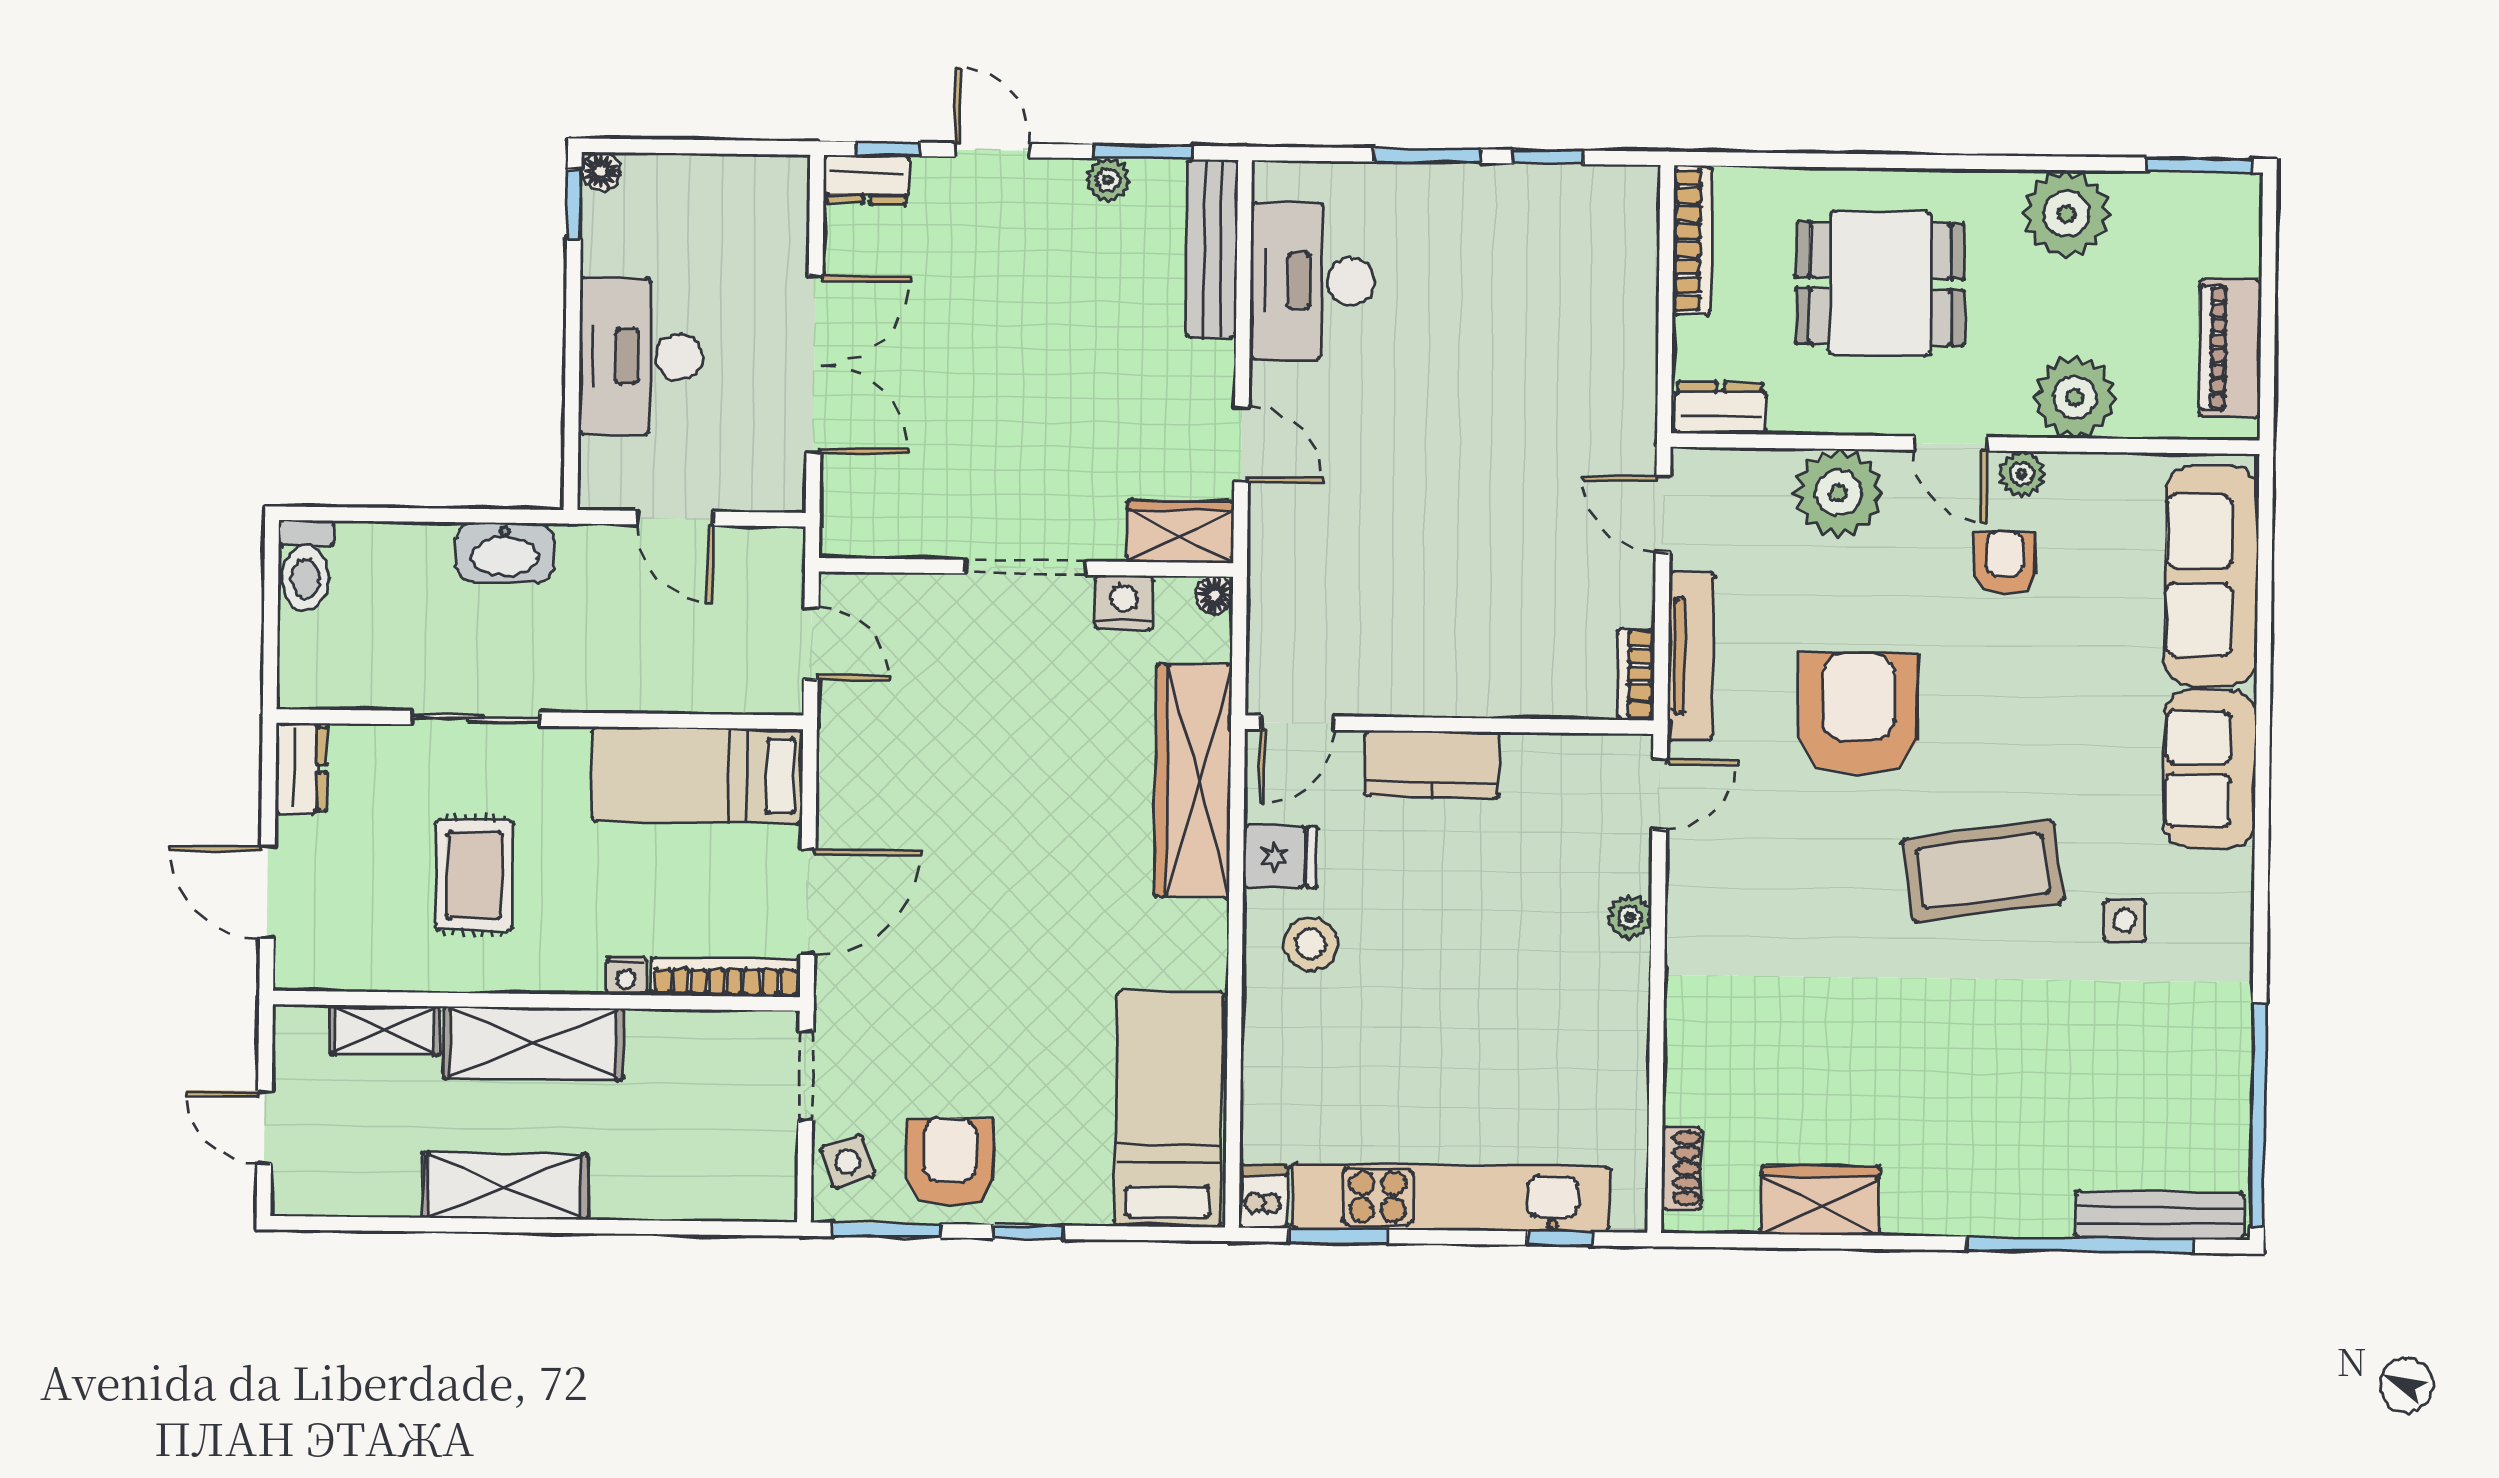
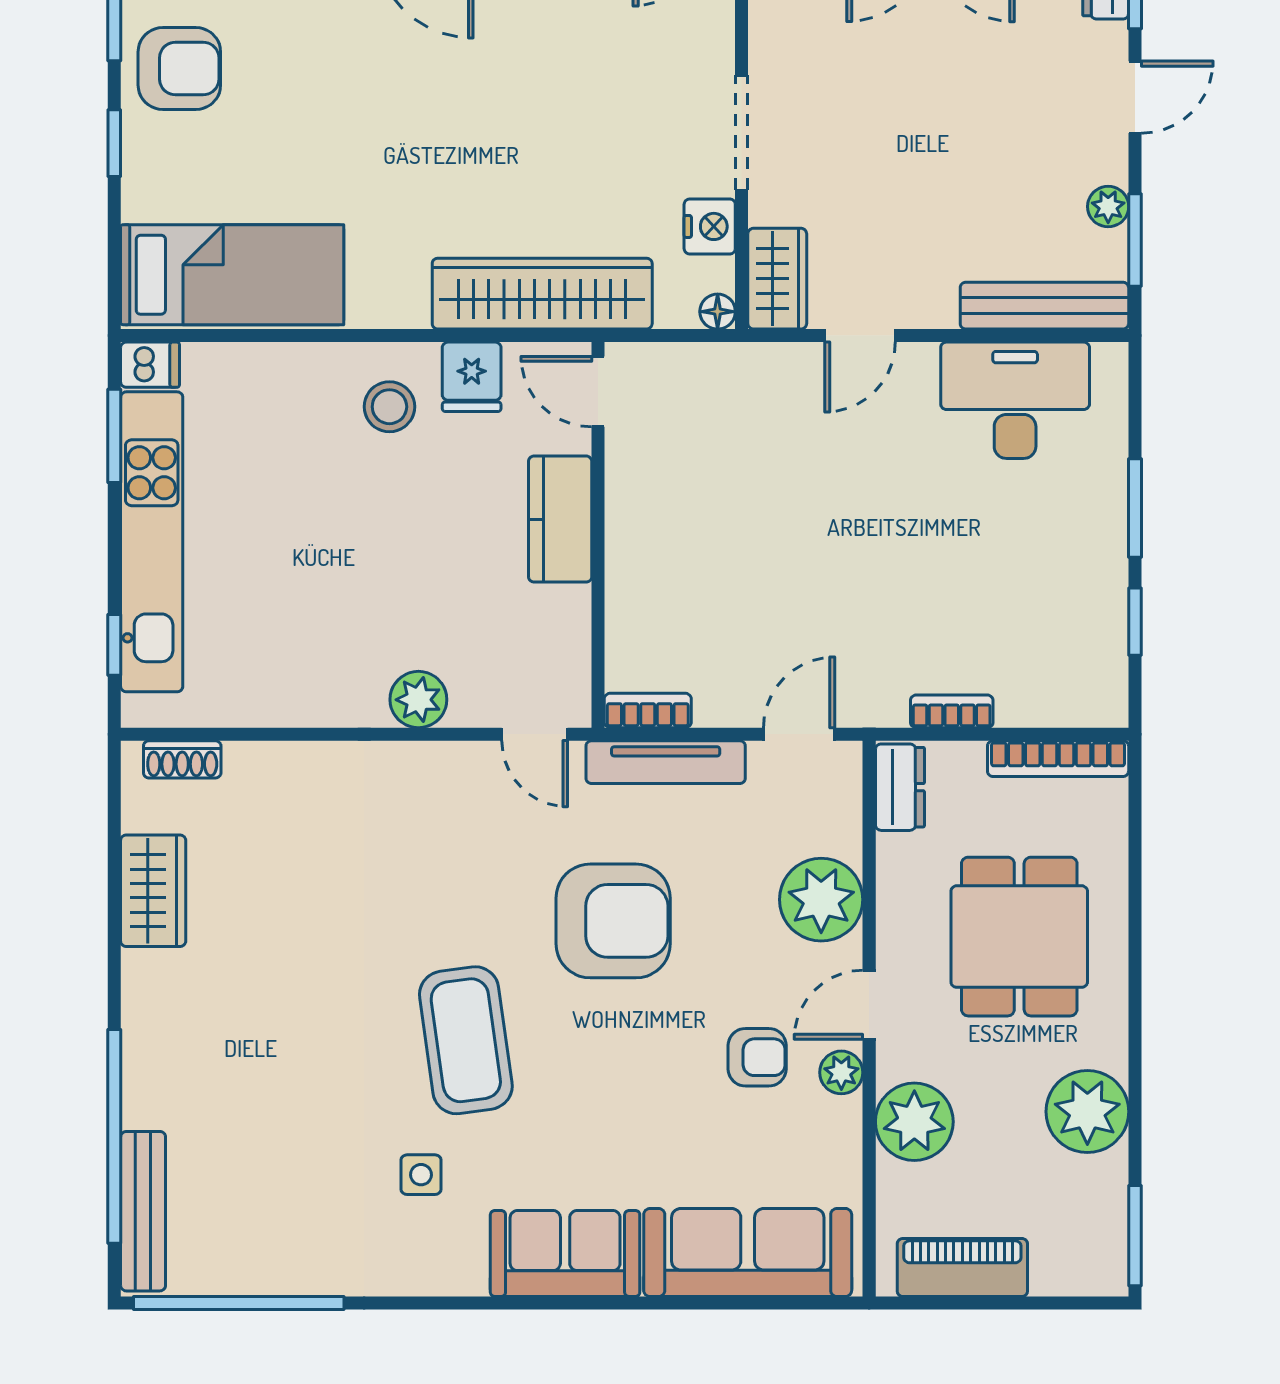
bookcase: (1641, 352) -> (952, 711), added
plant: (1630, 917) -> (418, 700), width x1.38, depth x1.38

